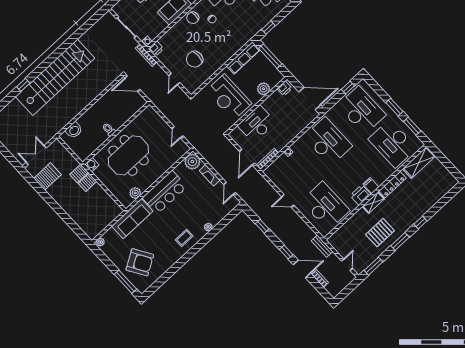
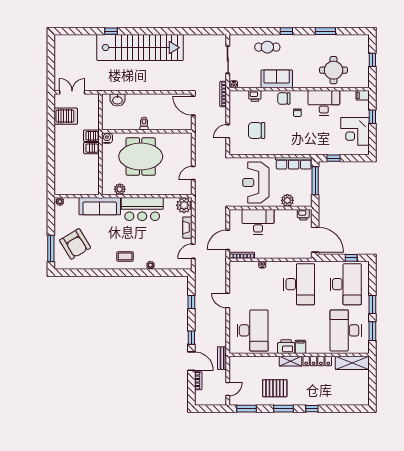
printer: (156, 49) -> (255, 96), moved

